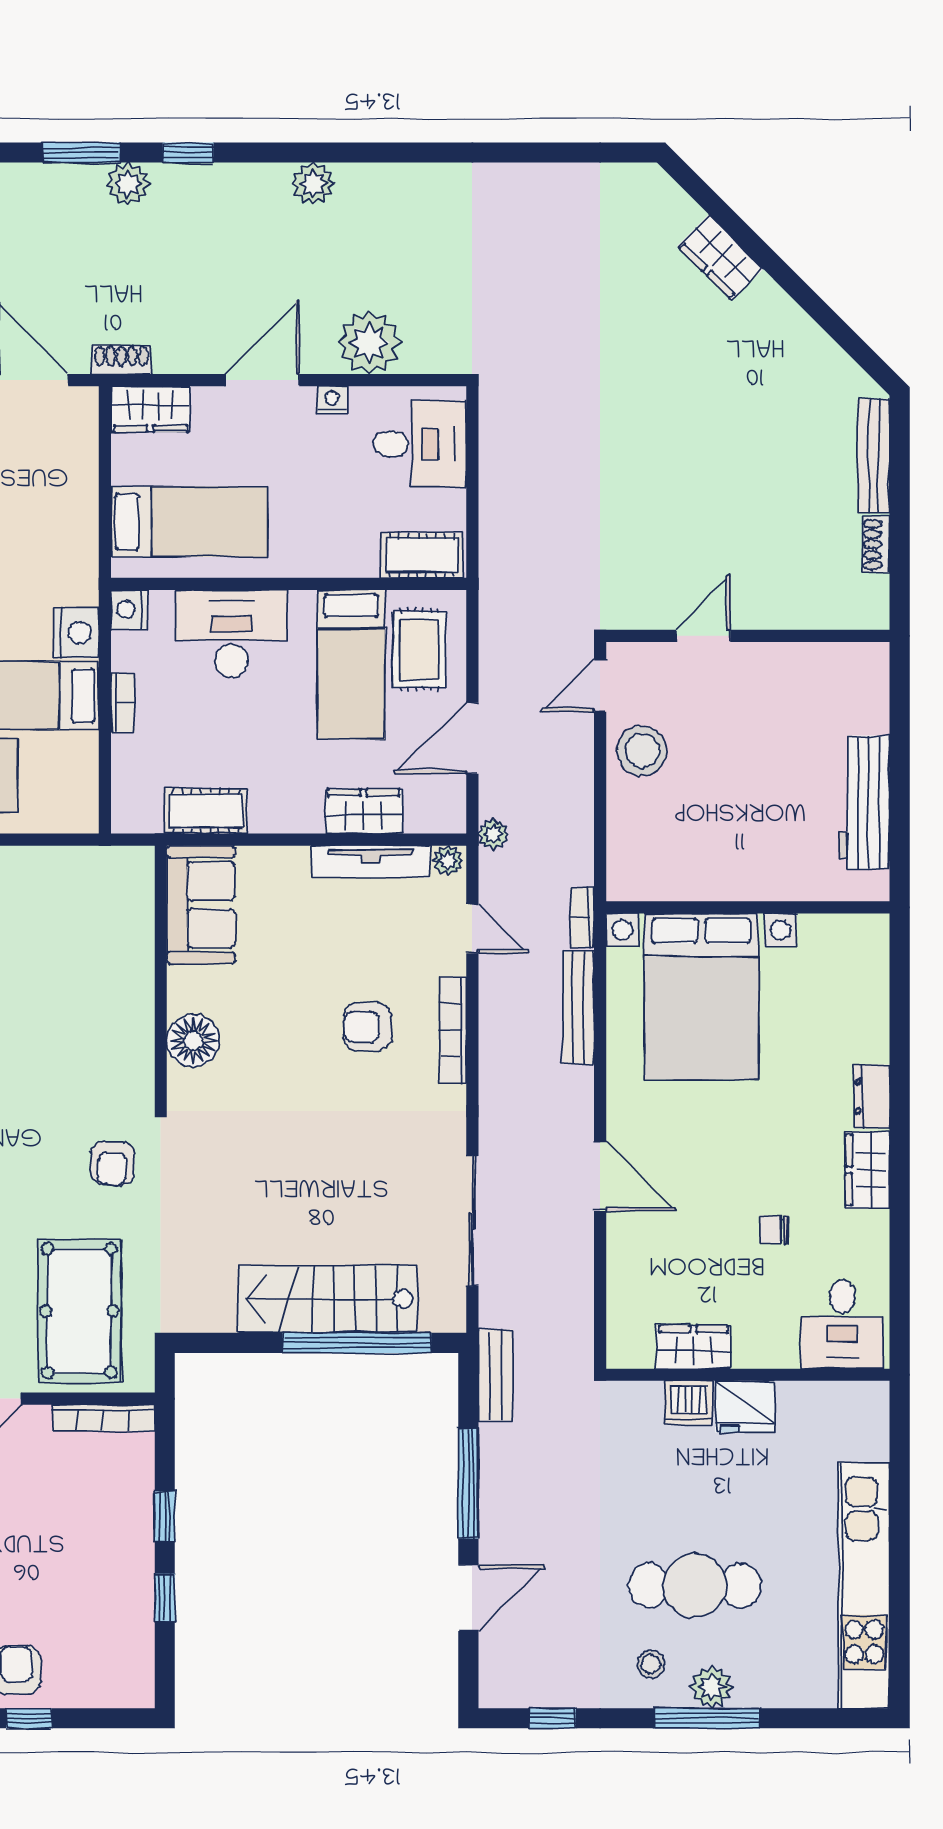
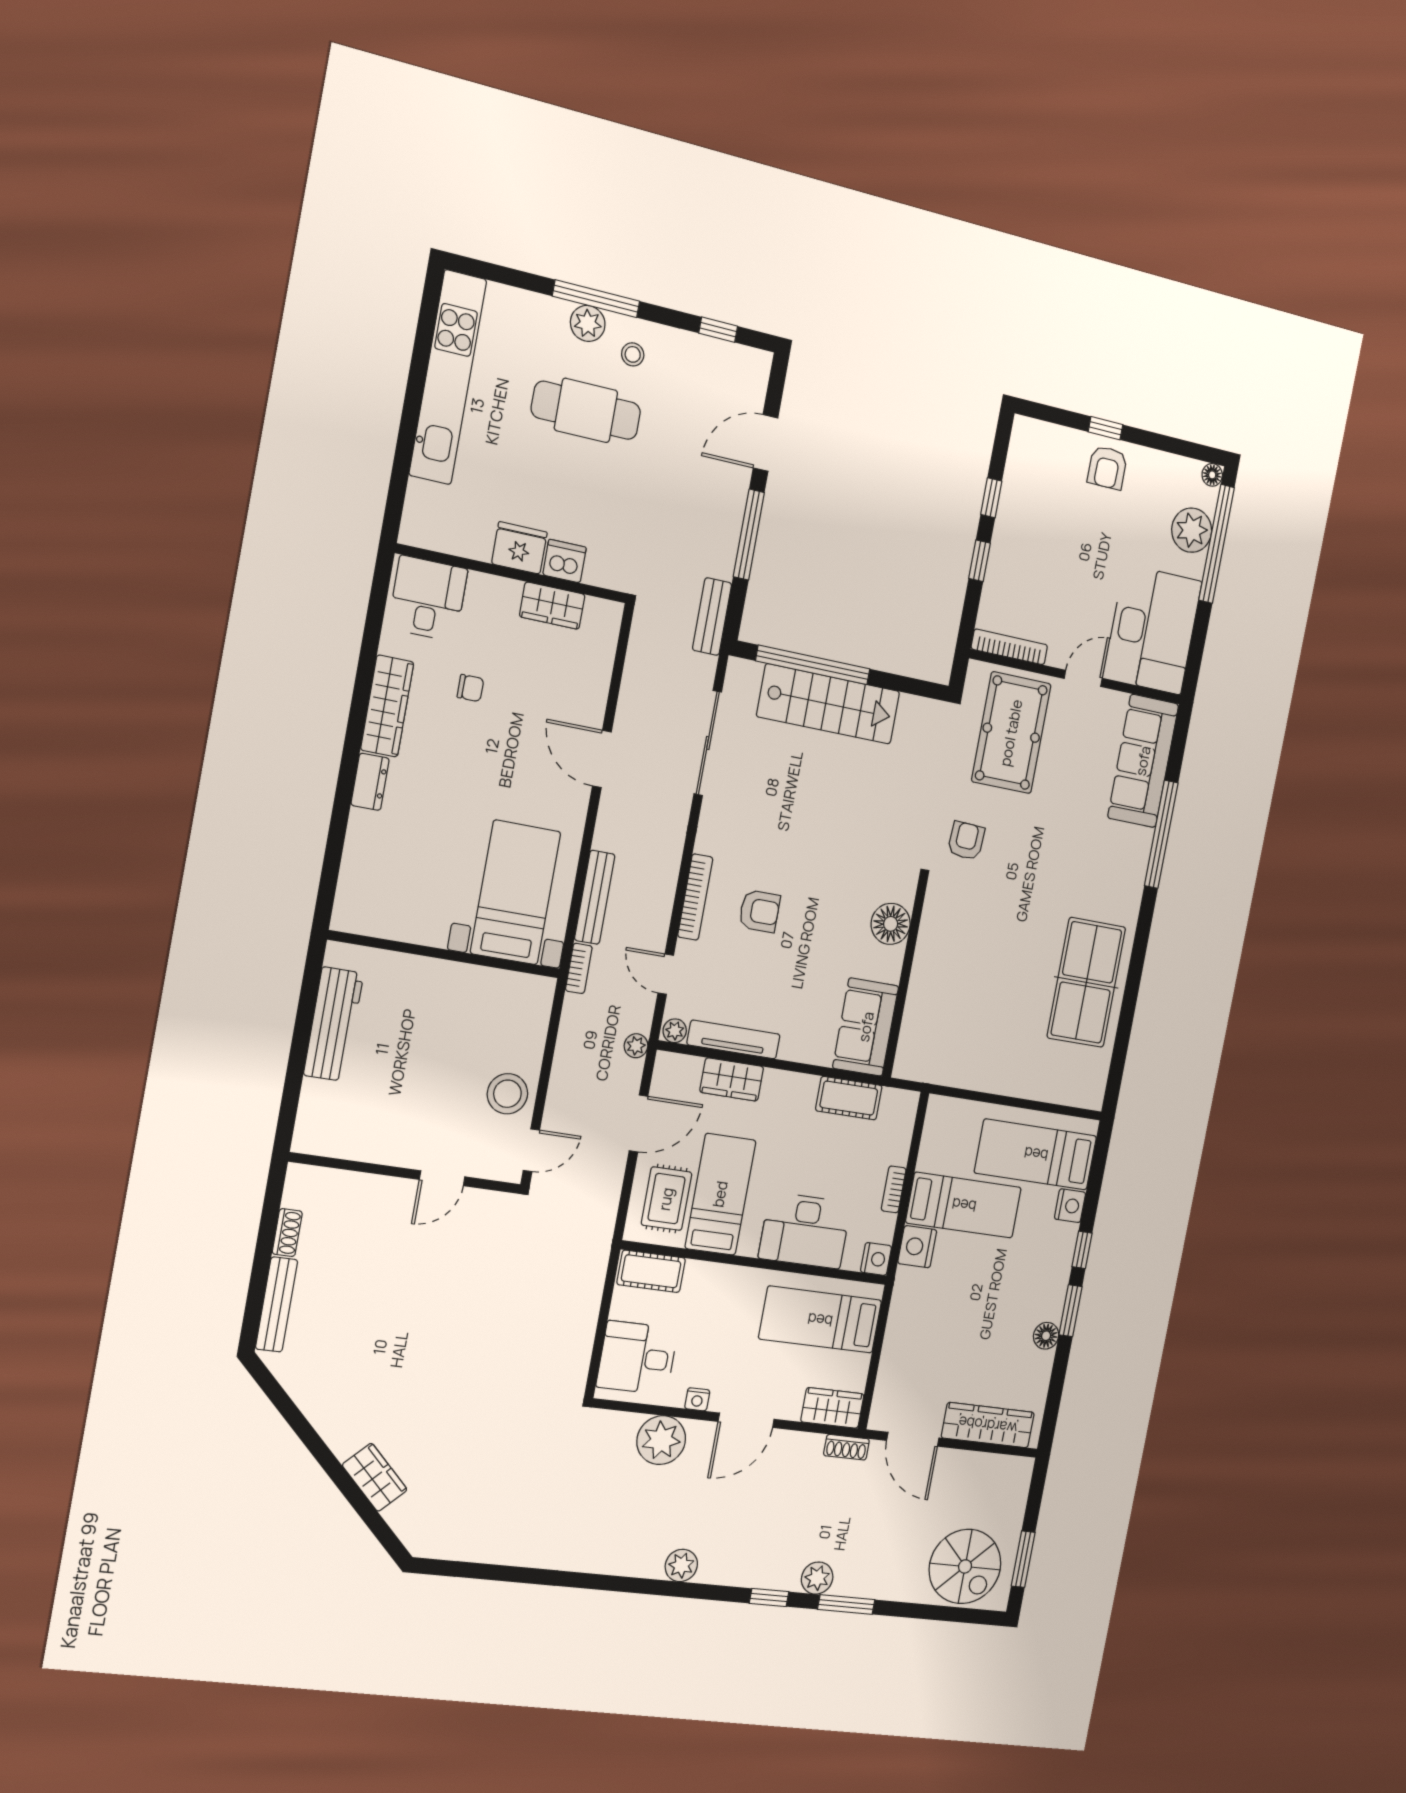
bed with nightstands: (701, 996) -> (515, 892), width x0.73
wardrobe: (867, 1170) -> (387, 706), width x1.50

